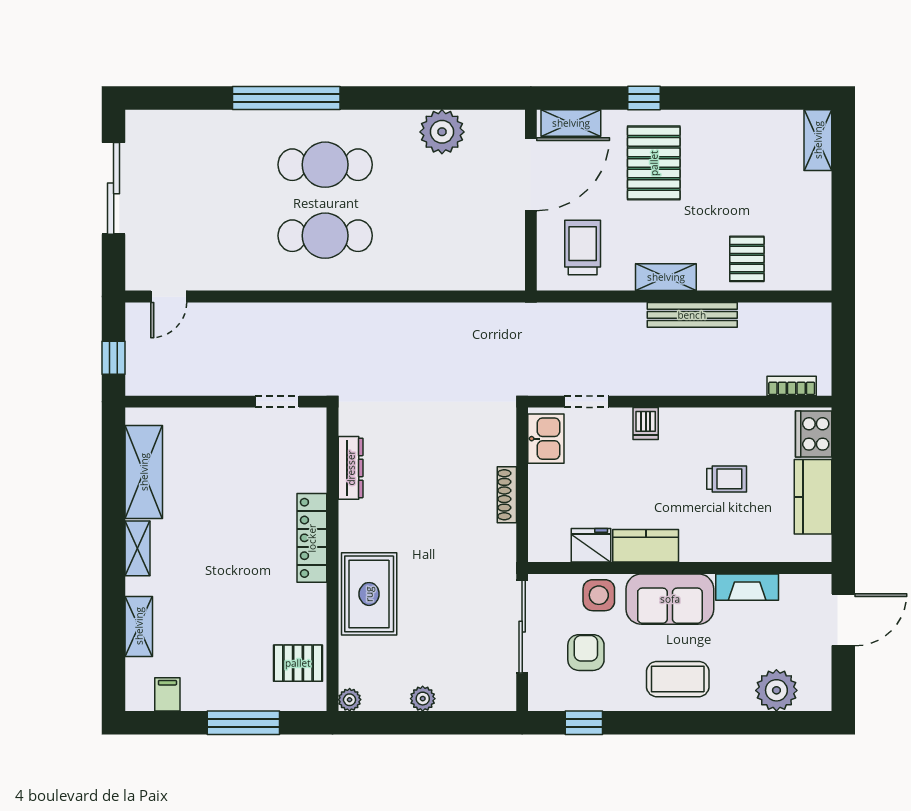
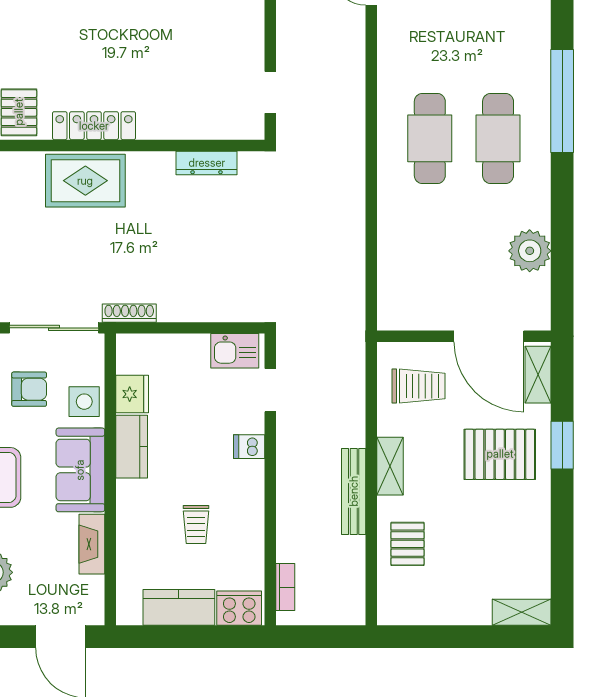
window: (644, 98) -> (562, 445), width x1.50
pallet: (747, 259) -> (407, 544), turned 90
shoe rack: (507, 495) -> (129, 313), moved
locker: (312, 538) -> (94, 126), moved

